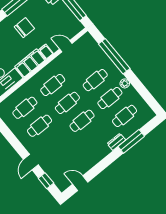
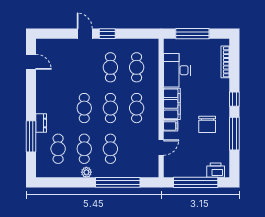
window: (46, 181) -> (107, 34), moved
door: (80, 183) -> (31, 62), hinge flipped

